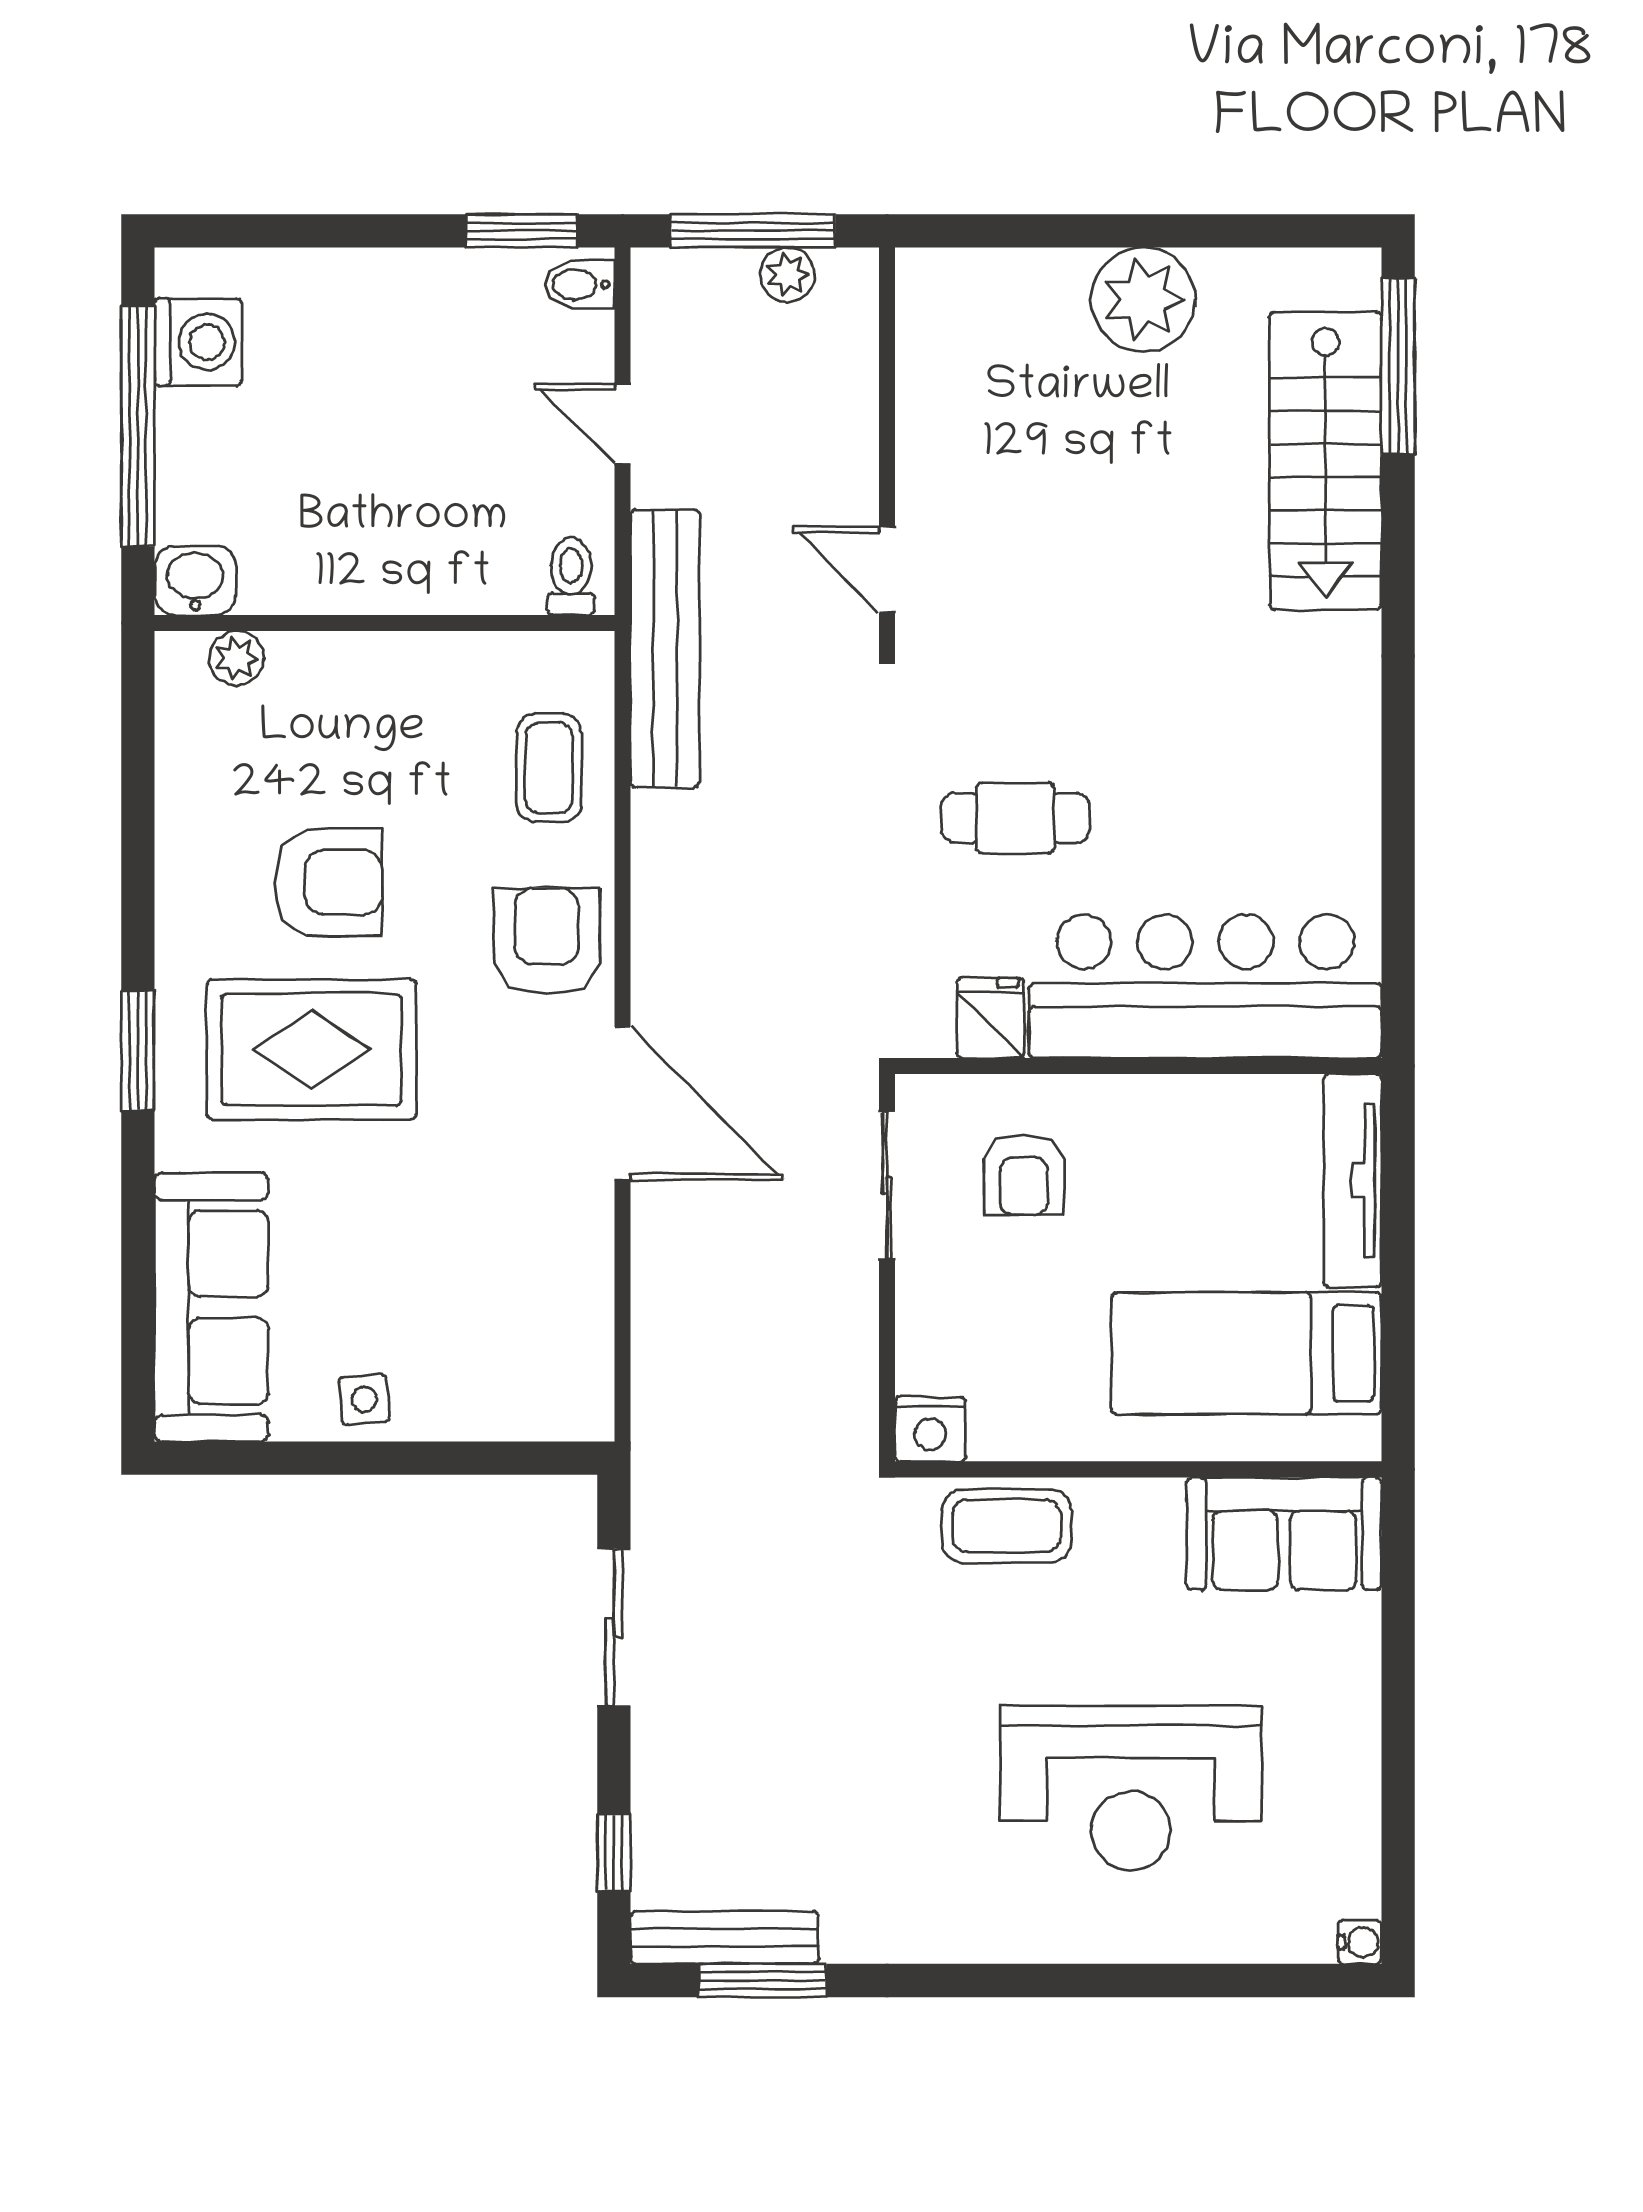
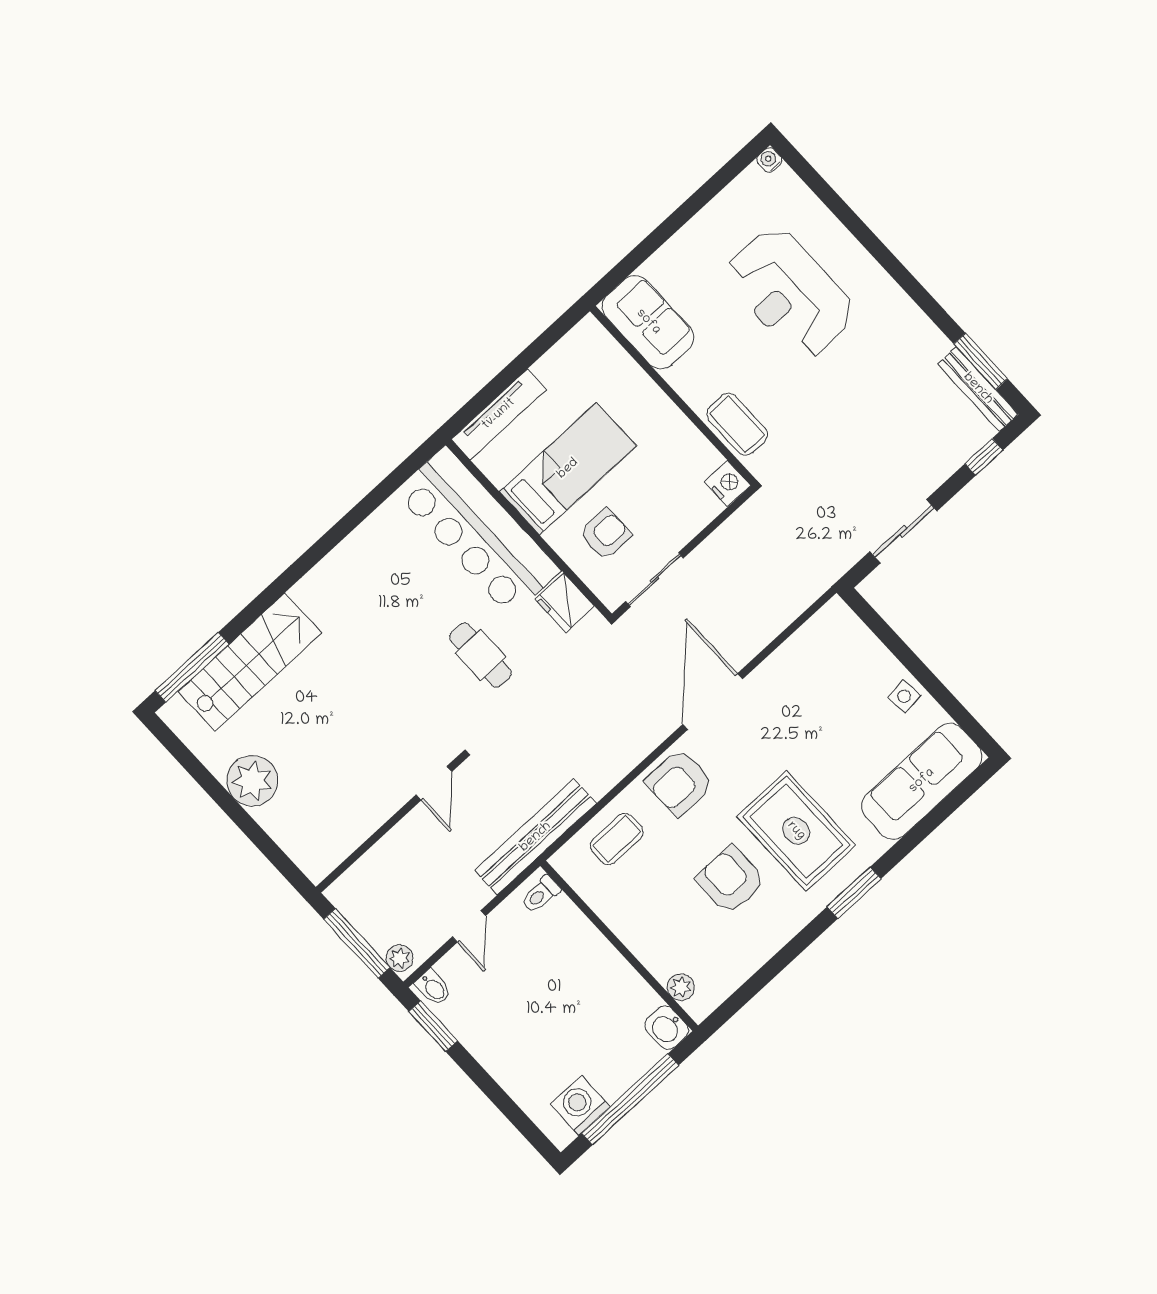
plant: (788, 275) -> (400, 958), moved
fridge: (990, 1018) -> (565, 603), width x1.38
bed: (1246, 1353) -> (568, 469), moved, turned -90
reception desk: (1131, 1788) -> (790, 293), turned 180

